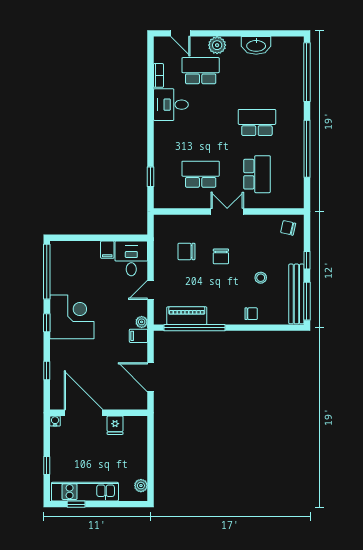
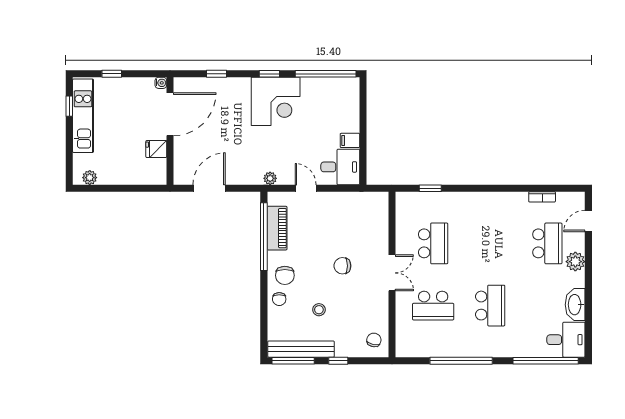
desk: (171, 105) -> (566, 340), moved, turned 90
chair: (186, 251) -> (285, 275), moved, turned 180
filing cabinet: (138, 336) -> (255, 175), removed

